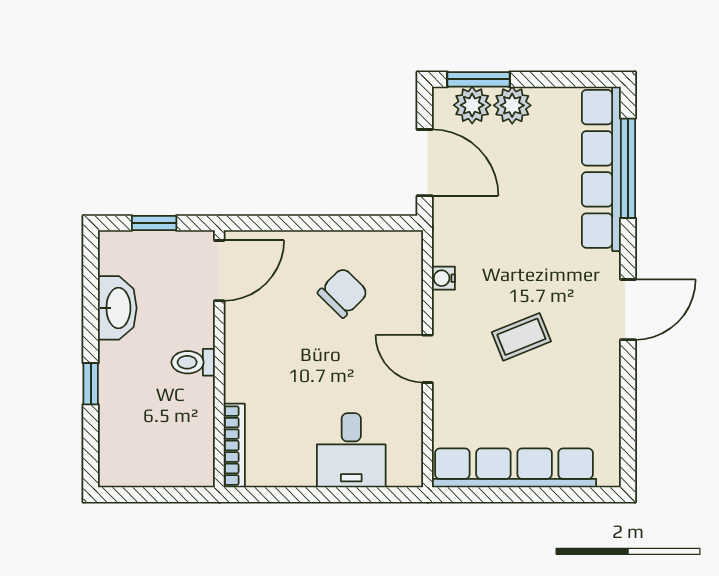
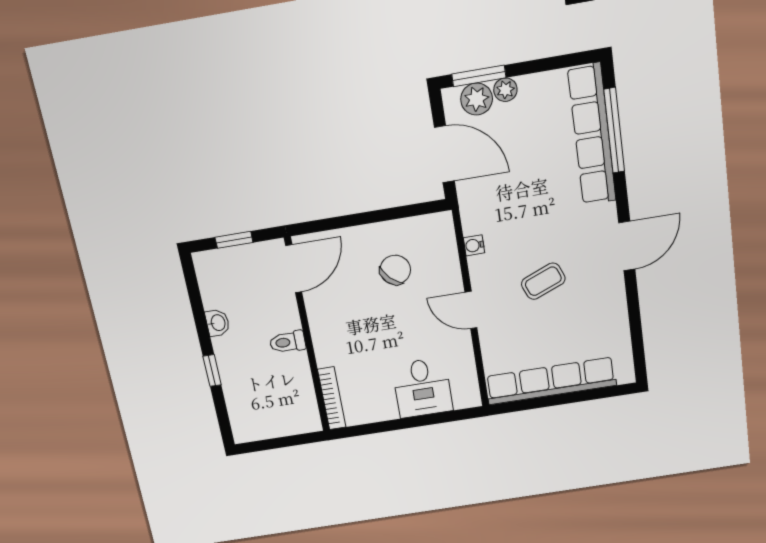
plant: (512, 105) -> (505, 90), width x0.73, depth x0.73
washbasin: (117, 308) -> (218, 323), width x0.52, depth x0.69

